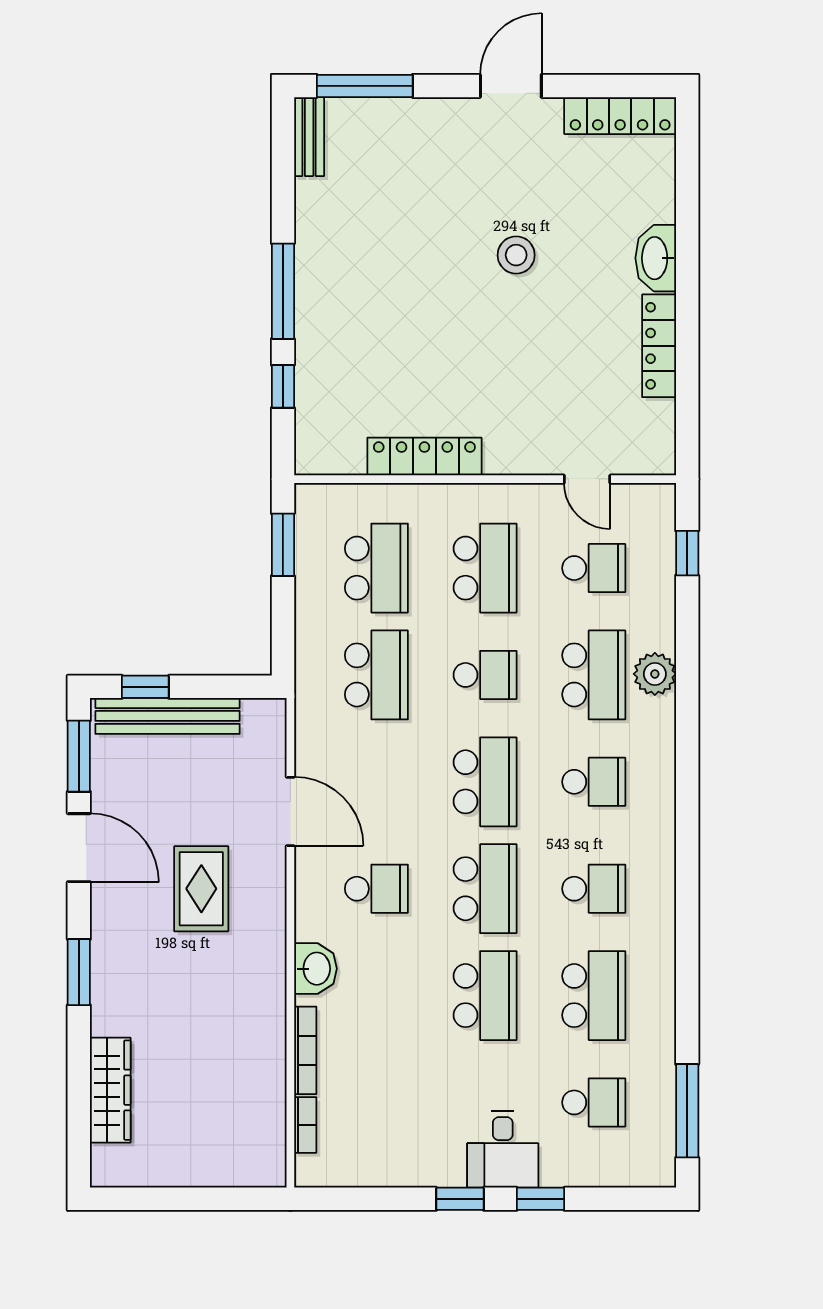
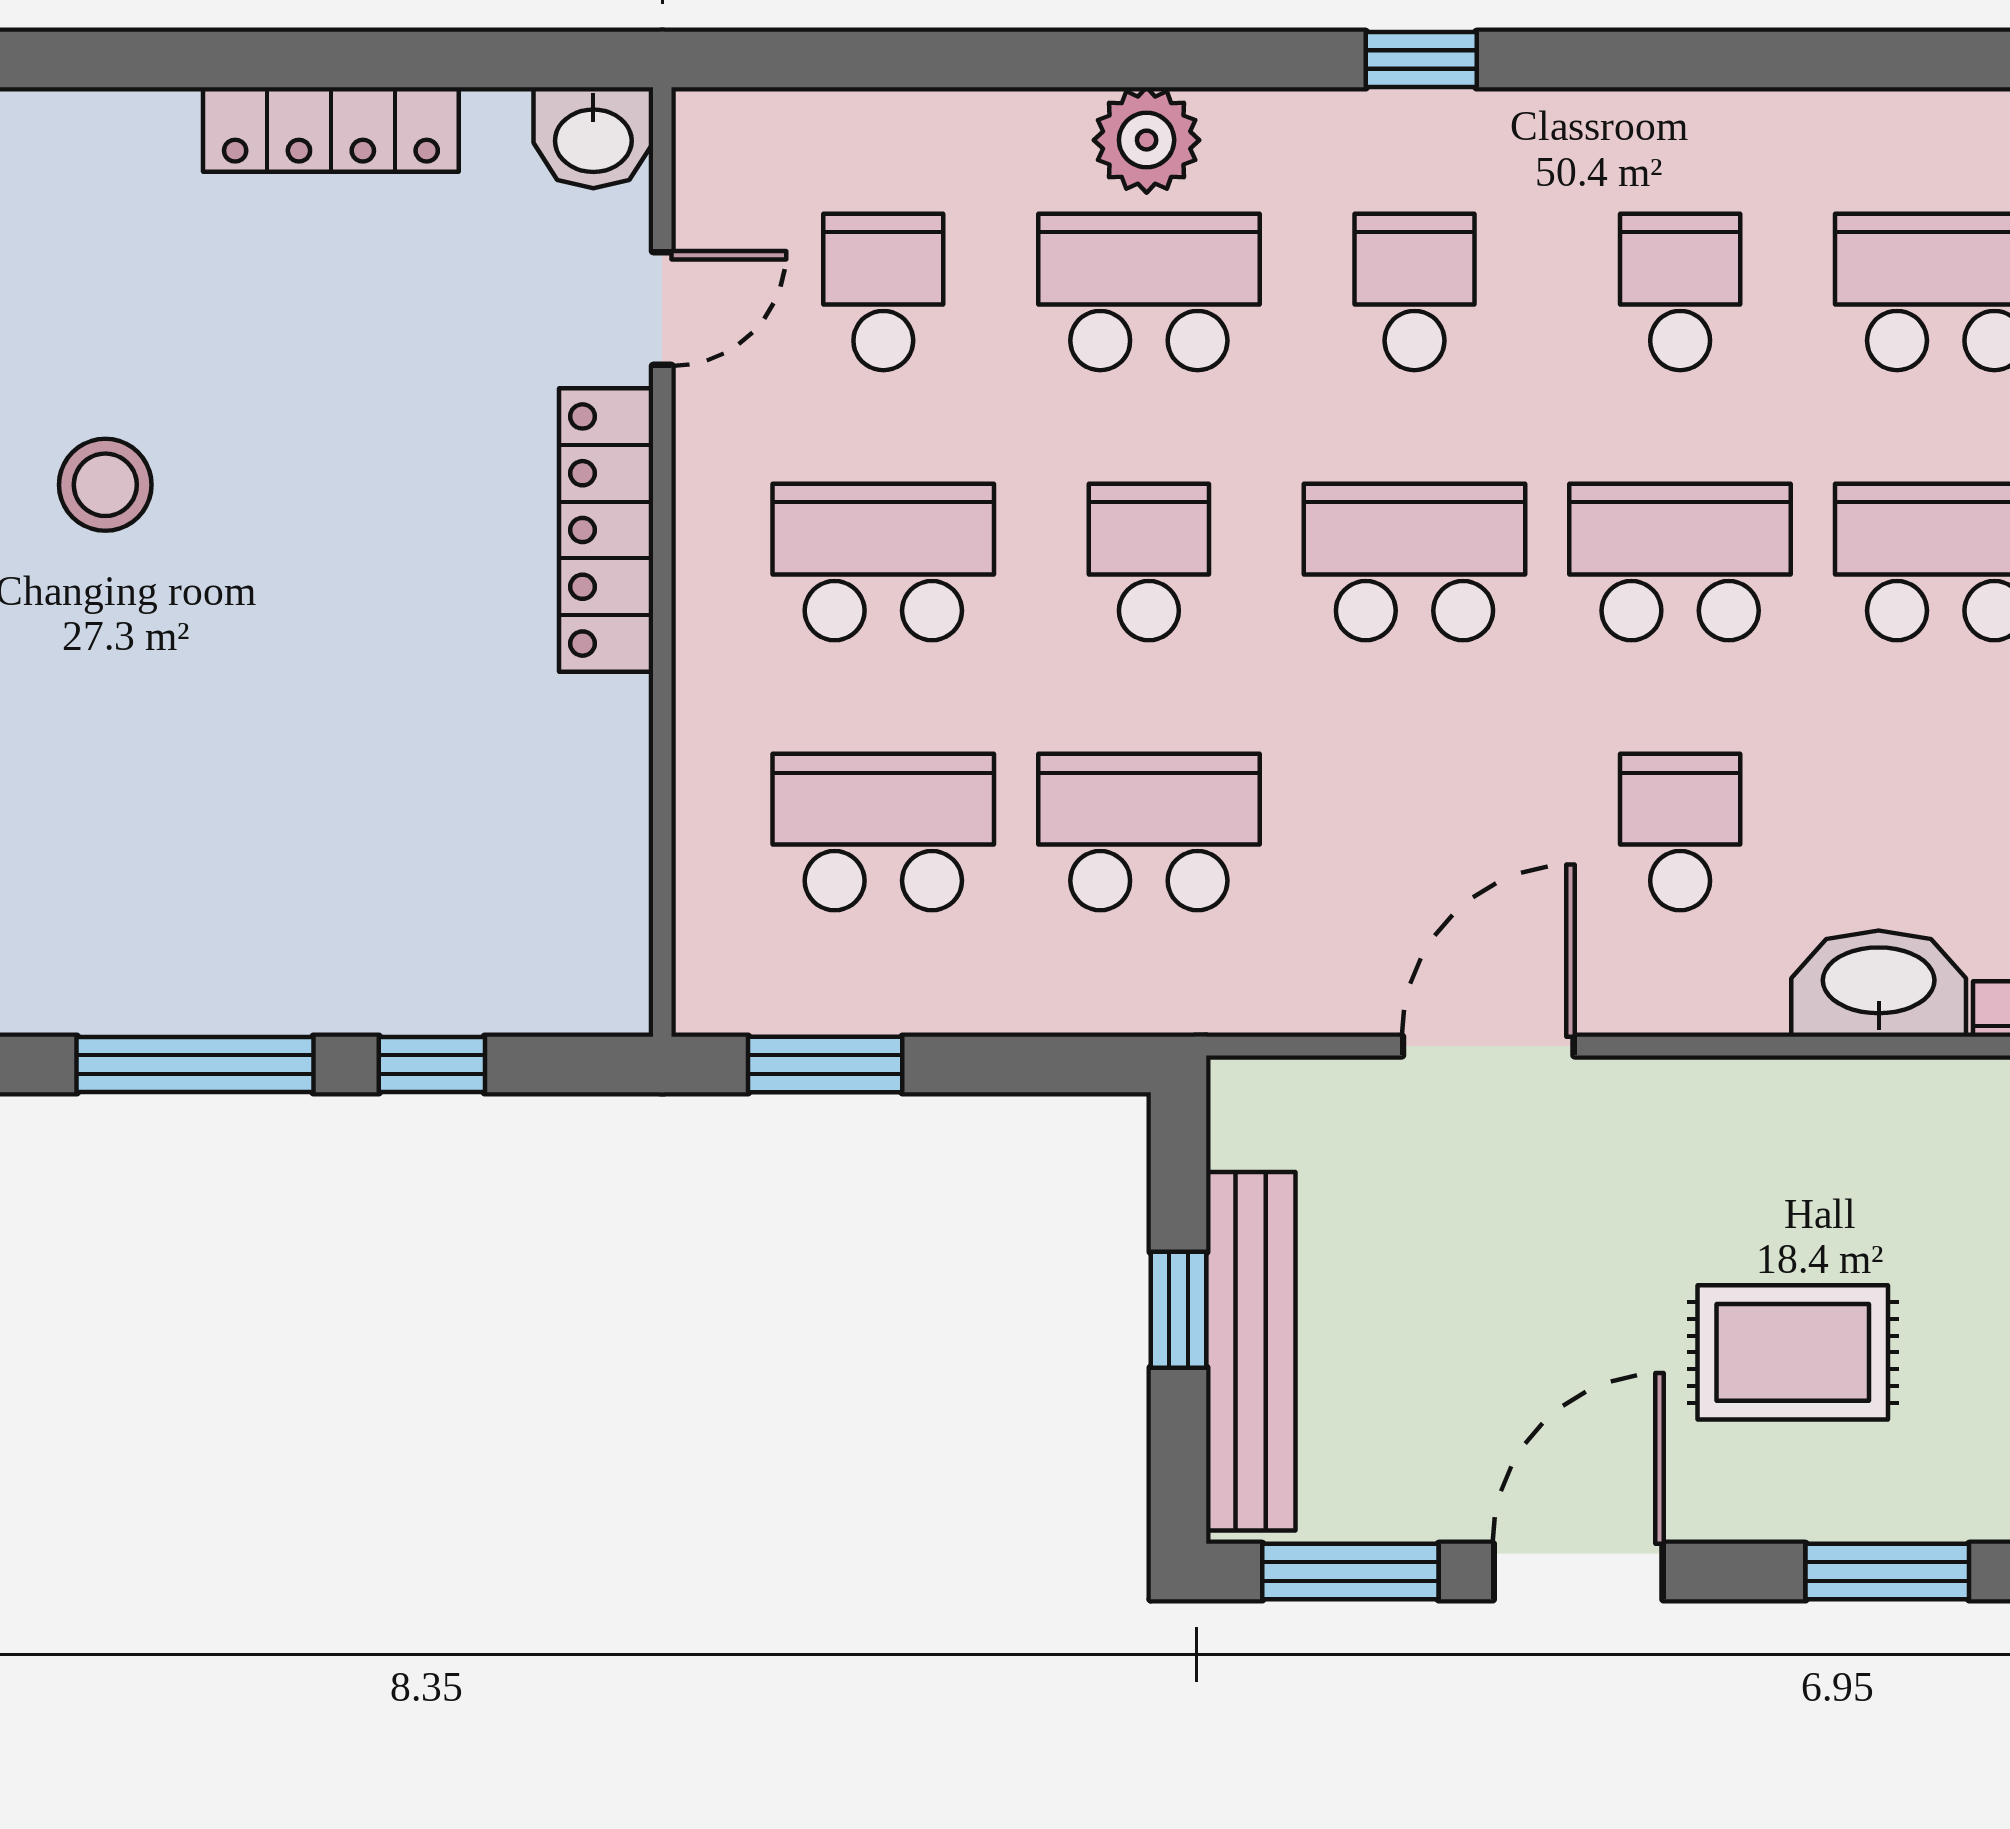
washbasin: (656, 258) -> (593, 138), moved, width x0.72
locker: (424, 457) -> (606, 530), moved
window: (687, 553) -> (1421, 60), moved
window: (145, 687) -> (1179, 1310), moved
rug: (201, 889) -> (1793, 1352), moved
washbasin: (315, 969) -> (1879, 984), width x1.38

